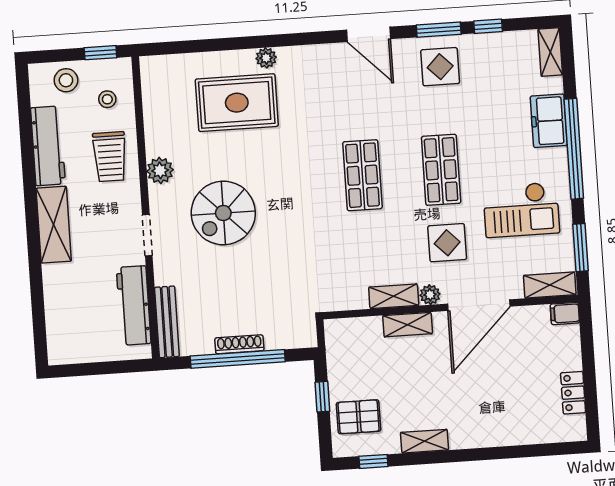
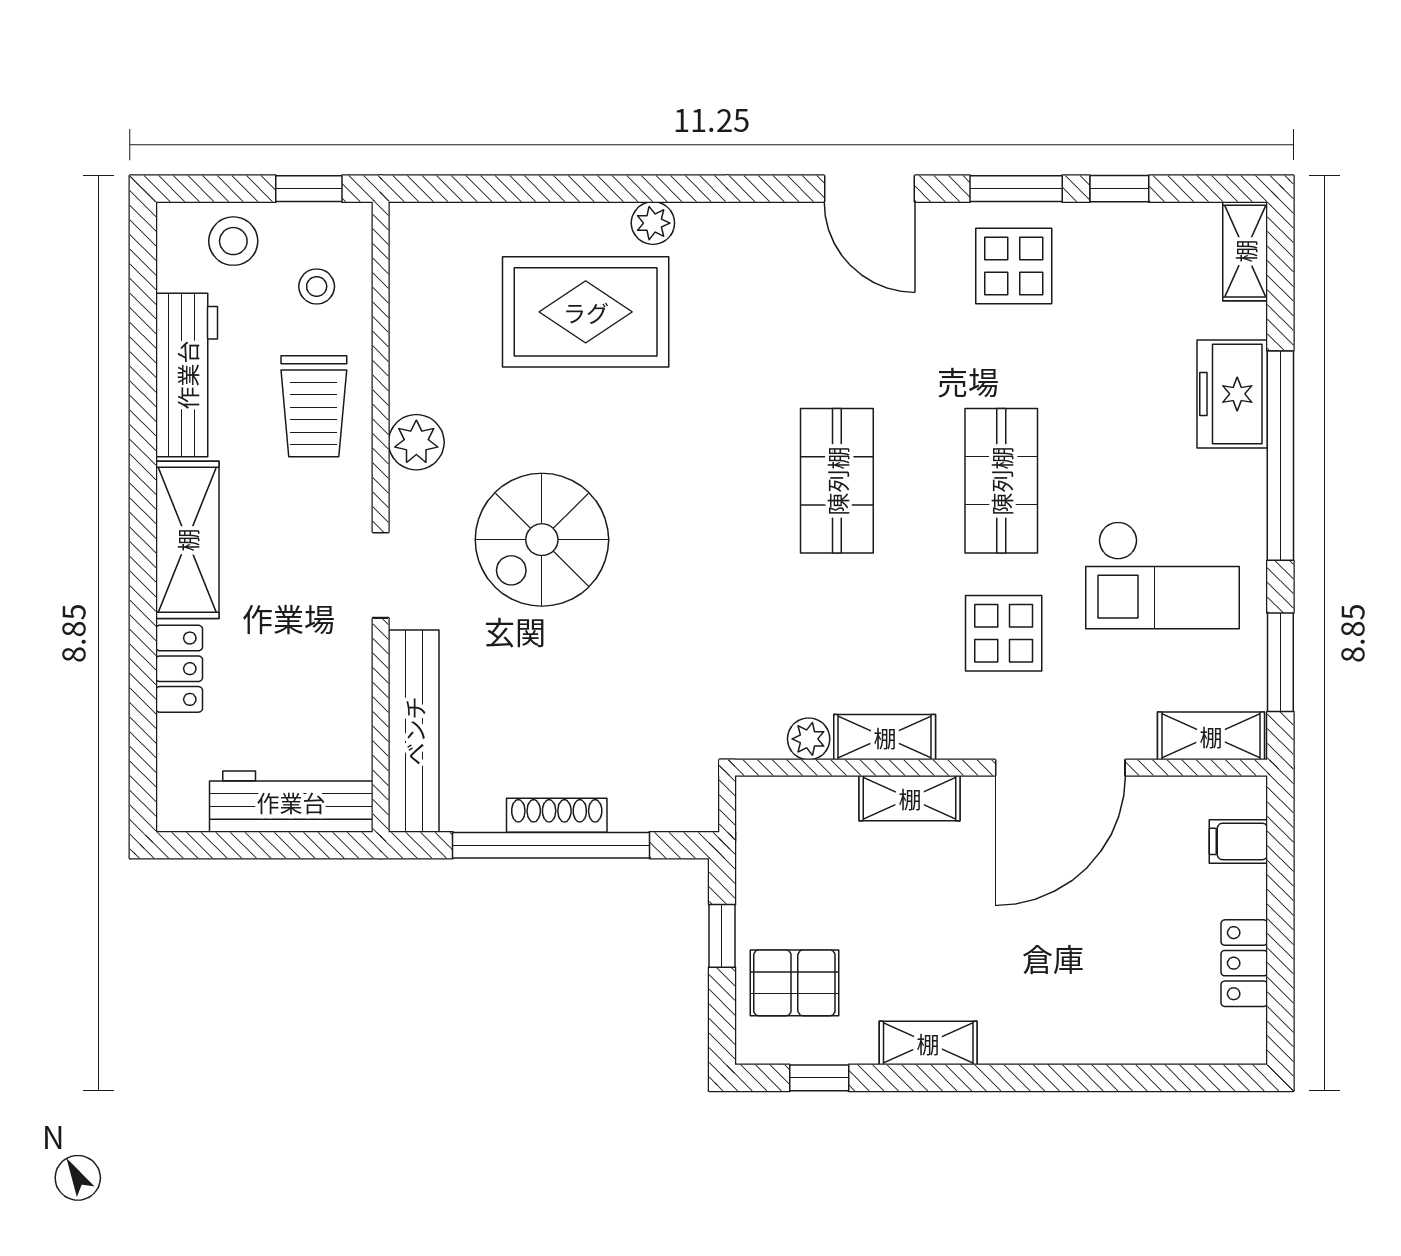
locker: (54, 287) -> (179, 669), added
plant: (430, 295) -> (809, 739), moved
workbench: (134, 305) -> (291, 802), moved, turned 90
filing cabinet: (565, 314) -> (1238, 841), moved
bench: (167, 322) -> (414, 731), width x1.37, depth x1.21

